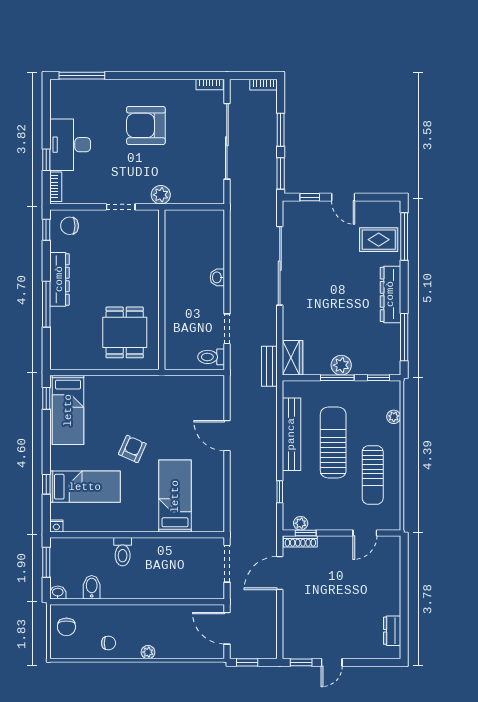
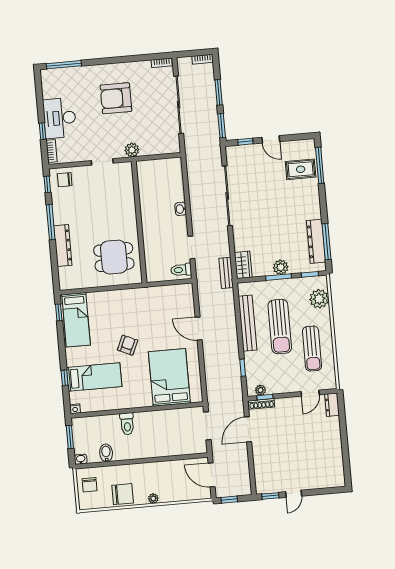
dresser: (59, 279) -> (63, 245), moved
dresser: (390, 294) -> (316, 241), moved
window: (46, 304) -> (51, 222), moved
dining table: (125, 332) -> (114, 257), turned 90
plant: (394, 417) -> (319, 299), width x1.88, depth x1.88
sun lounger: (333, 443) -> (280, 327), turned 180
bed: (175, 496) -> (169, 377), width x1.50
dresser: (392, 631) -> (332, 405), moved
chair: (109, 643) -> (123, 494), width x1.87, depth x1.87

